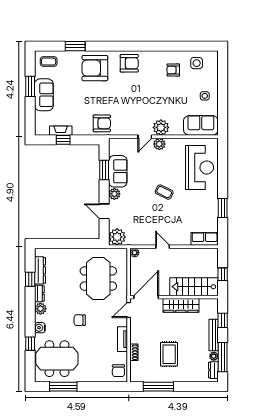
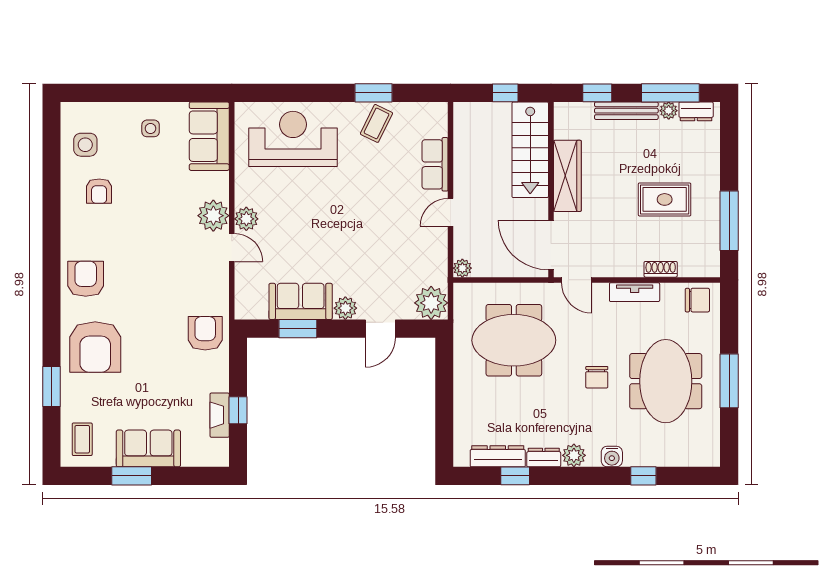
coffee table: (164, 192) -> (376, 123), moved
row of seats: (205, 239) -> (435, 164), moved
meeting table: (57, 359) -> (666, 381), moved
window: (63, 387) -> (729, 381), moved

